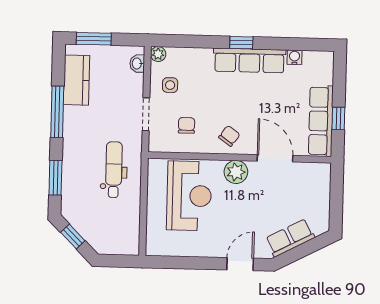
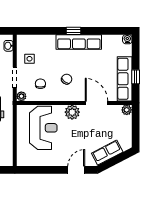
plant: (158, 54) -> (21, 96), moved
water cooler: (295, 57) -> (127, 39), moved
chair: (229, 136) -> (67, 79), moved
plant: (323, 171) -> (127, 110), added

